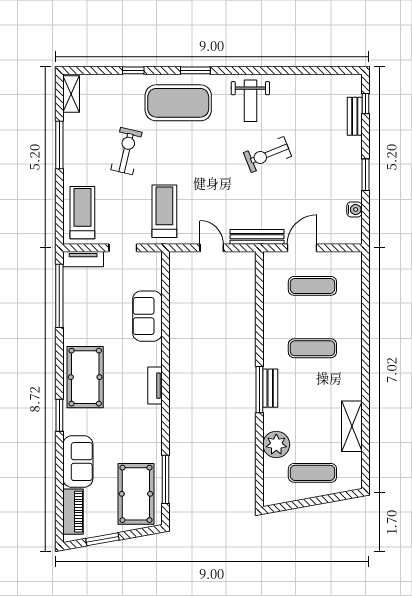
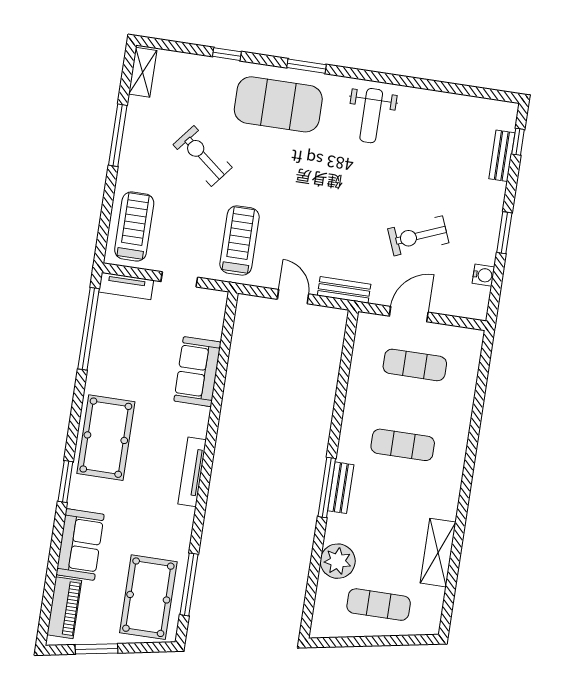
exercise bike: (126, 151) -> (203, 156), turned -64
exercise bike: (268, 155) -> (418, 236), moved
bench: (257, 237) -> (344, 290), width x0.73
tv unit: (155, 386) -> (192, 472), width x1.41

